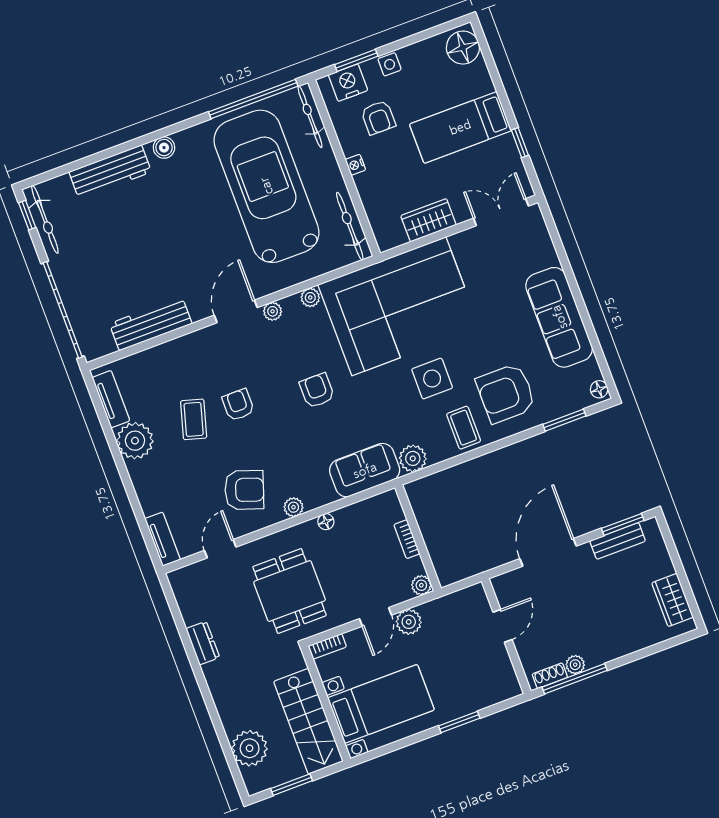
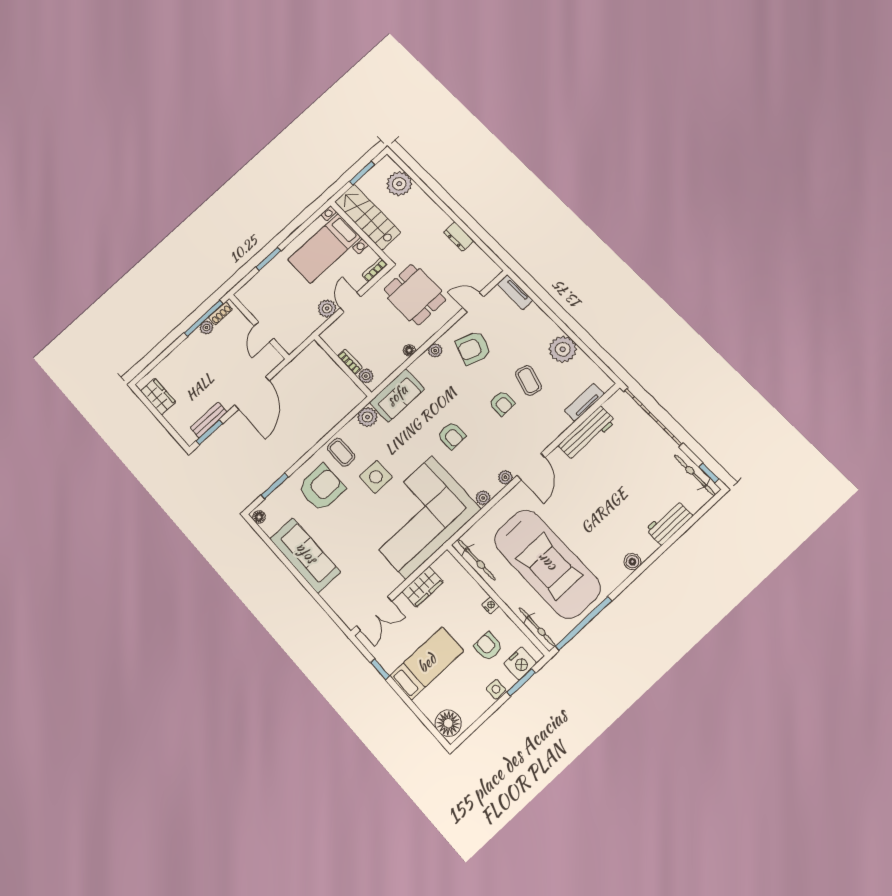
workbench: (110, 172) -> (669, 523), width x0.73
tv unit: (111, 399) -> (584, 402), moved, turned 90
door: (220, 549) -> (473, 302), swing flipped
plant: (421, 585) -> (366, 376), moved

